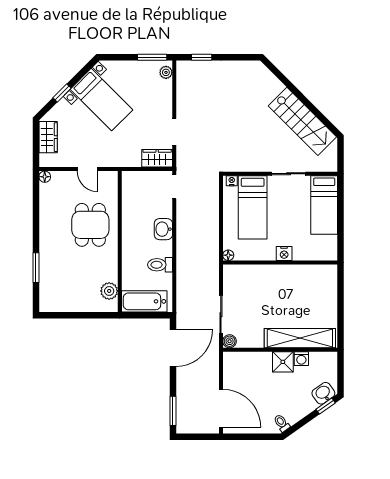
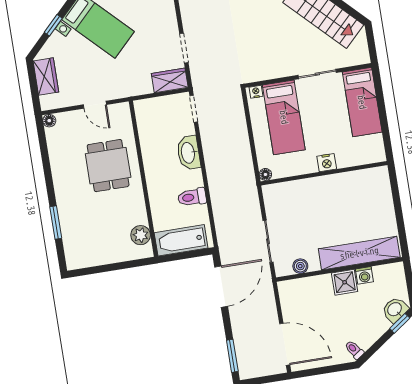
washbasin: (163, 229) -> (188, 153), width x1.38
boiler: (230, 341) -> (300, 266), moved

